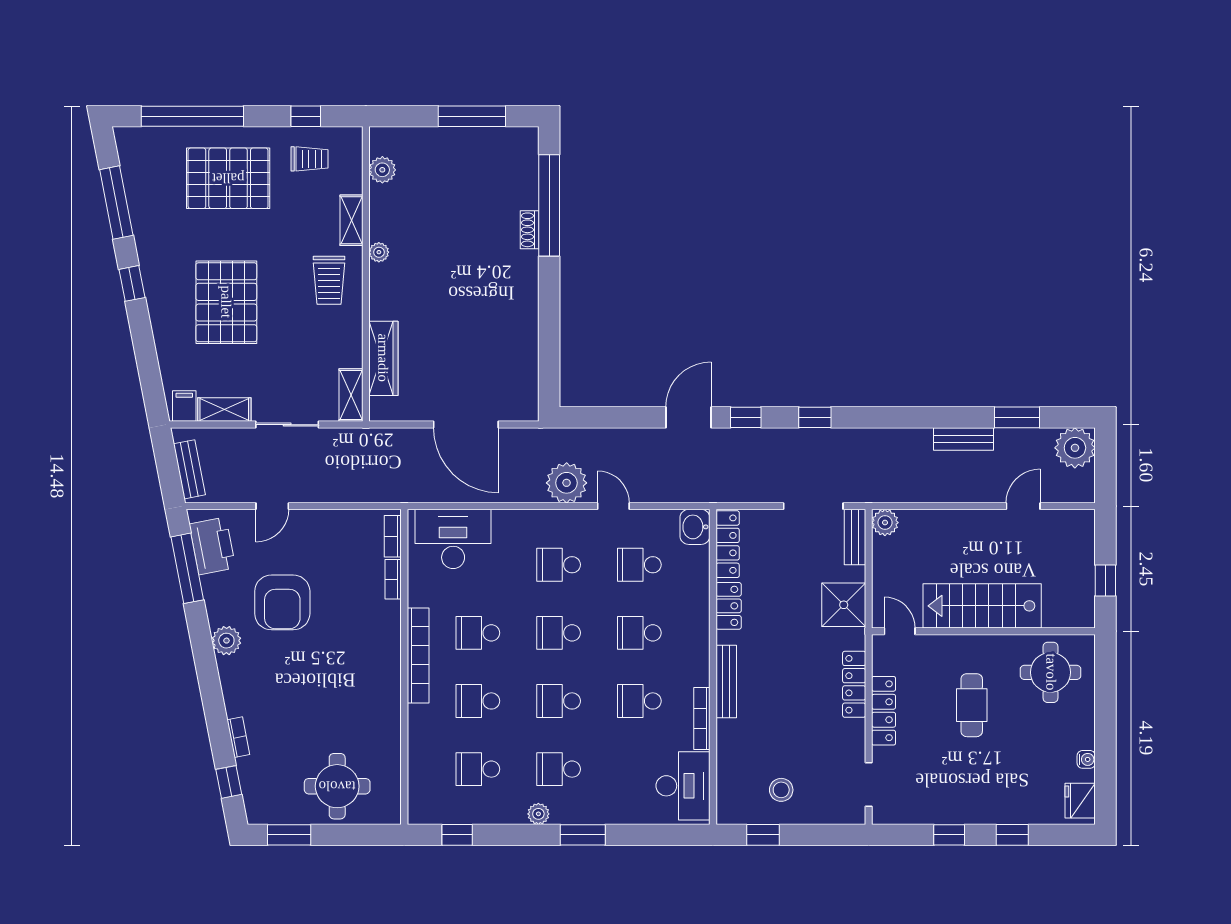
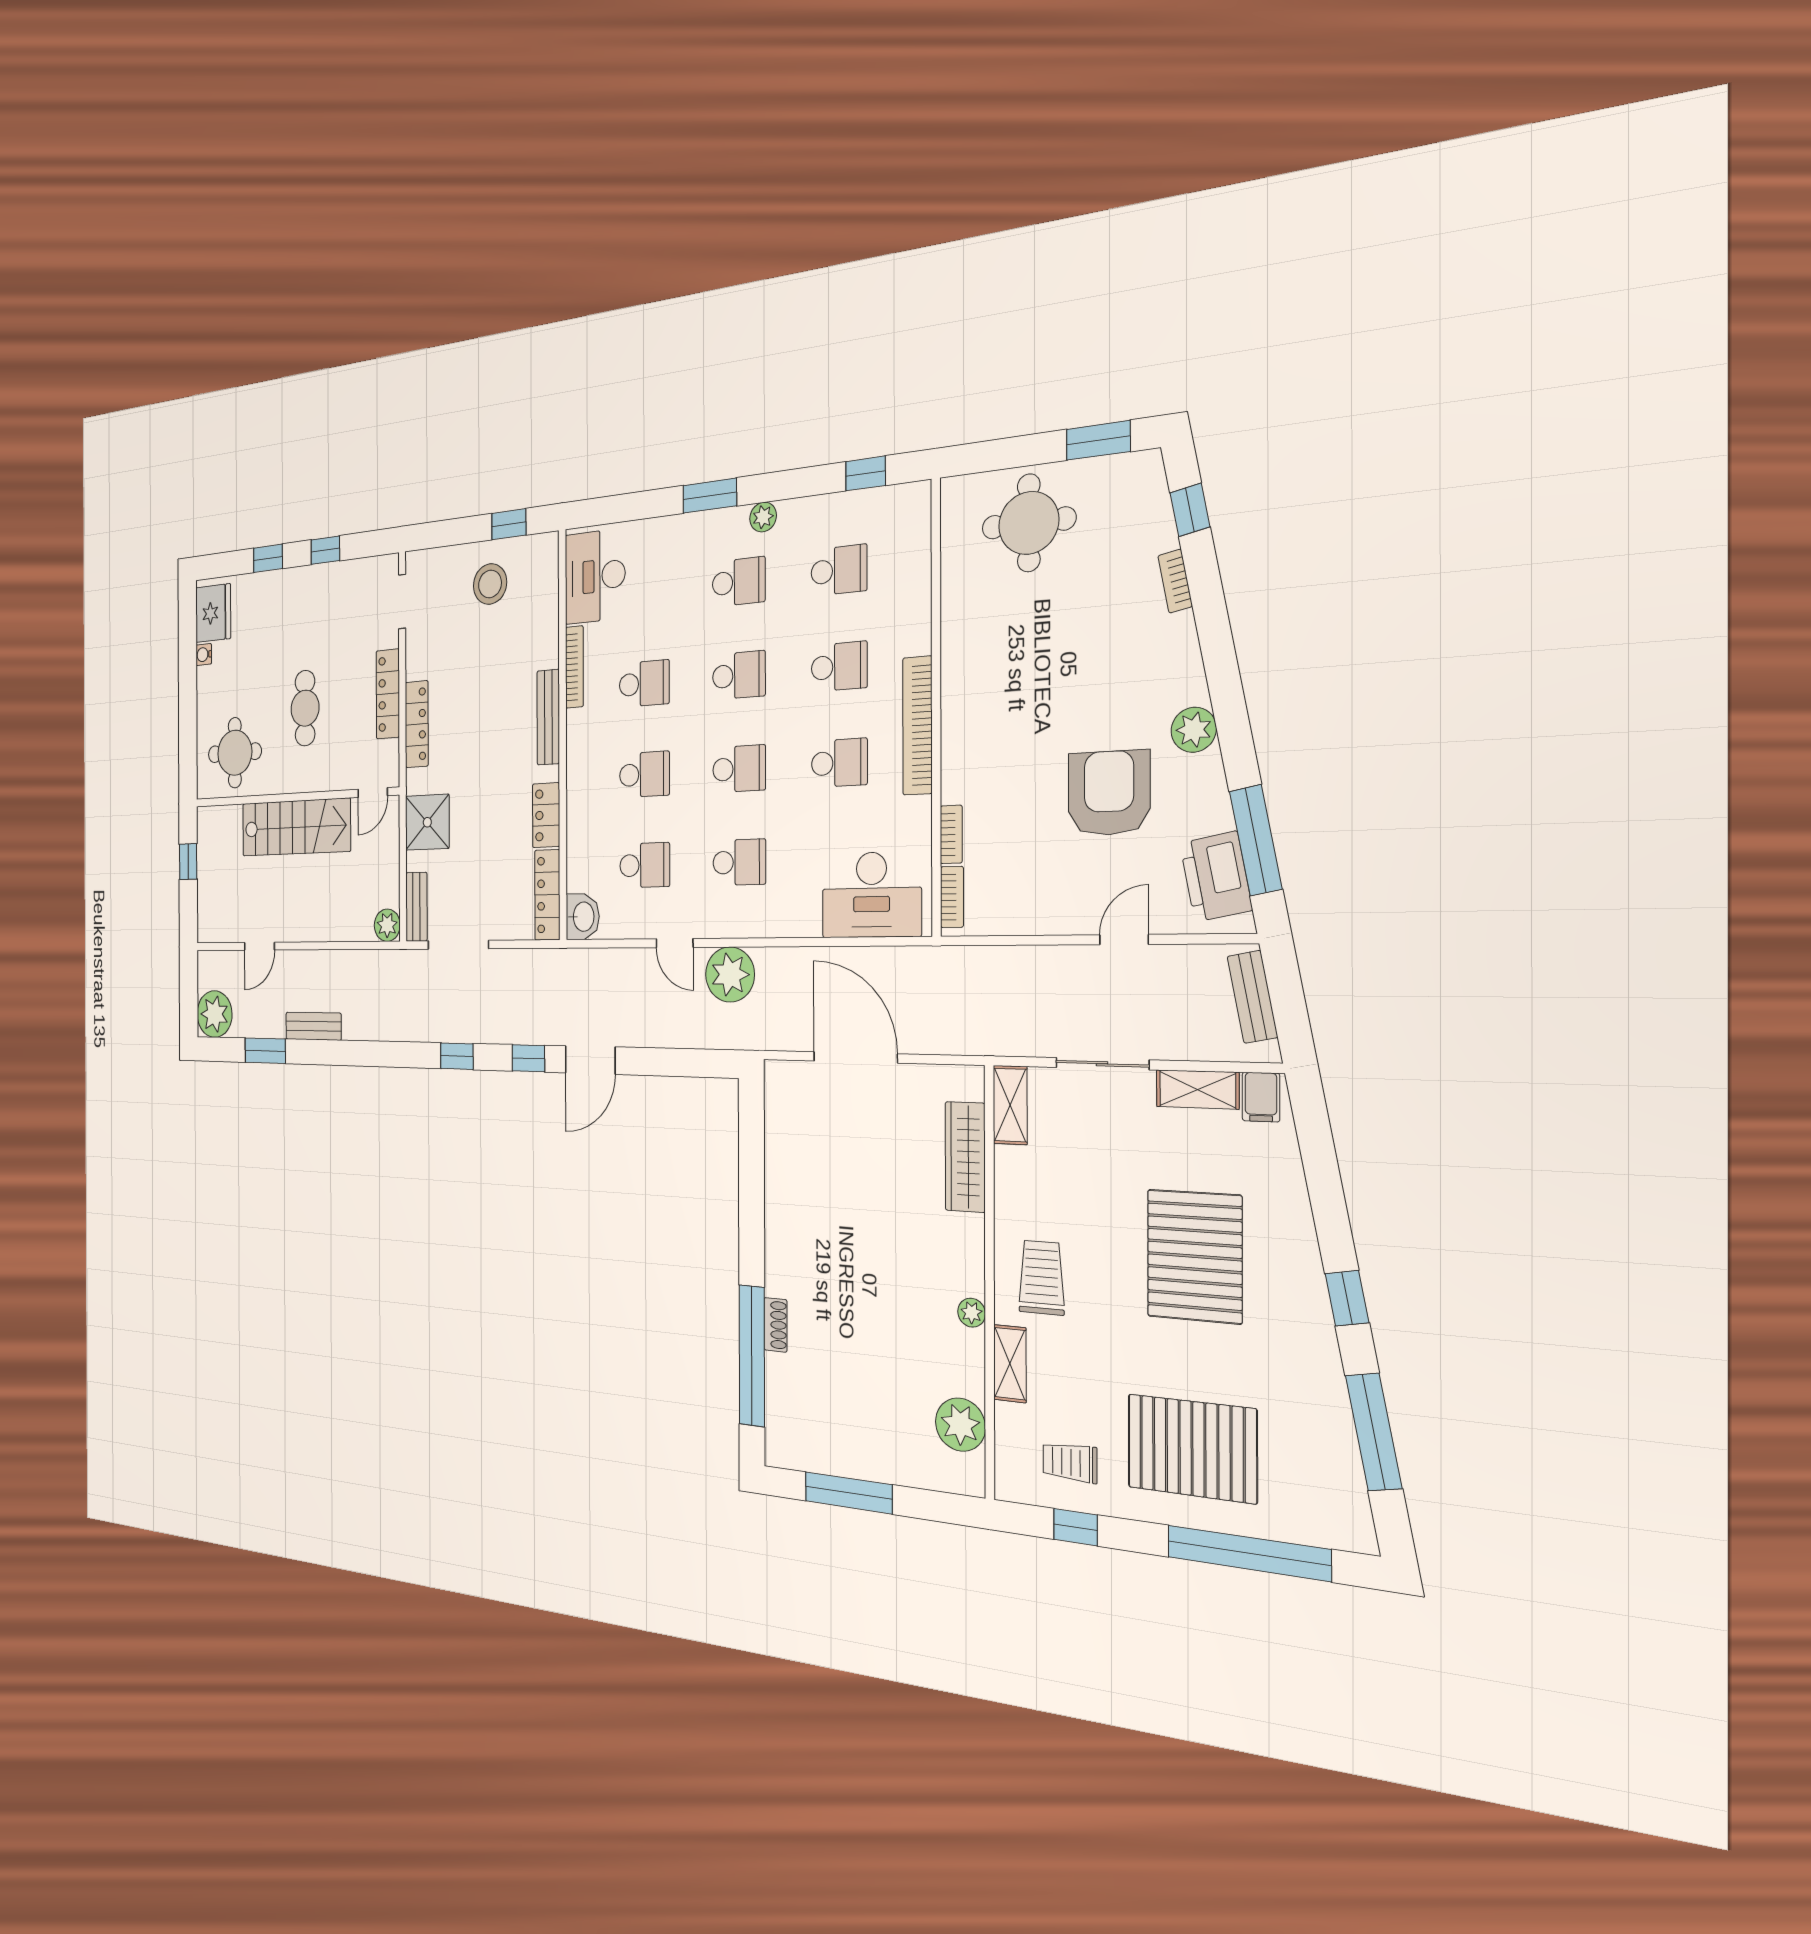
plant: (382, 170) -> (960, 1425), width x1.36, depth x1.36
door: (900, 631) -> (373, 793), hinge flipped
stool: (781, 790) -> (490, 584), width x1.38, depth x1.38
fridge: (1080, 801) -> (213, 613), width x1.36, depth x1.34

